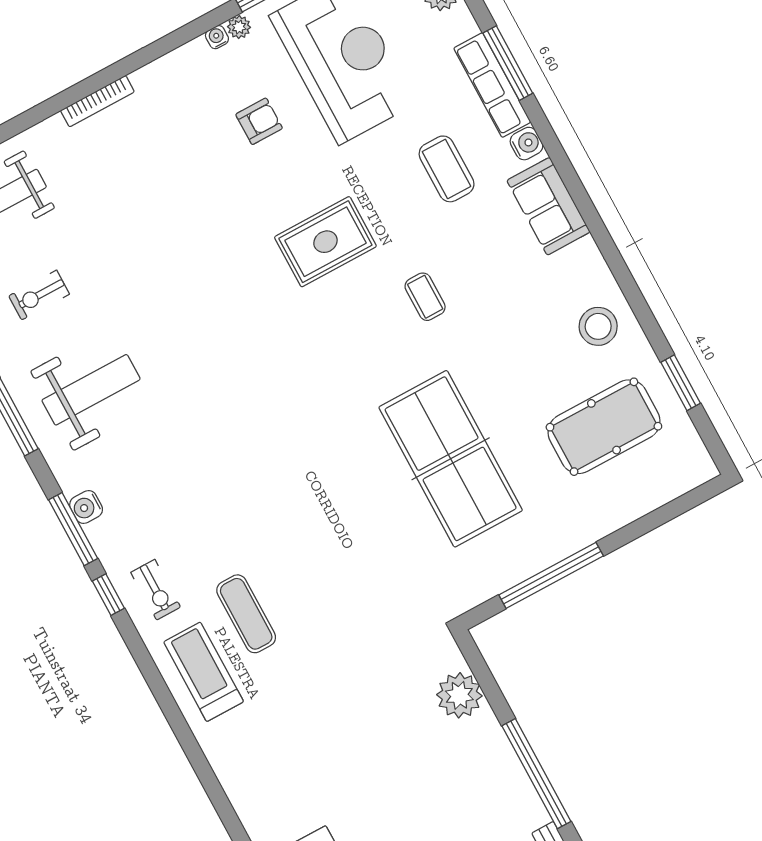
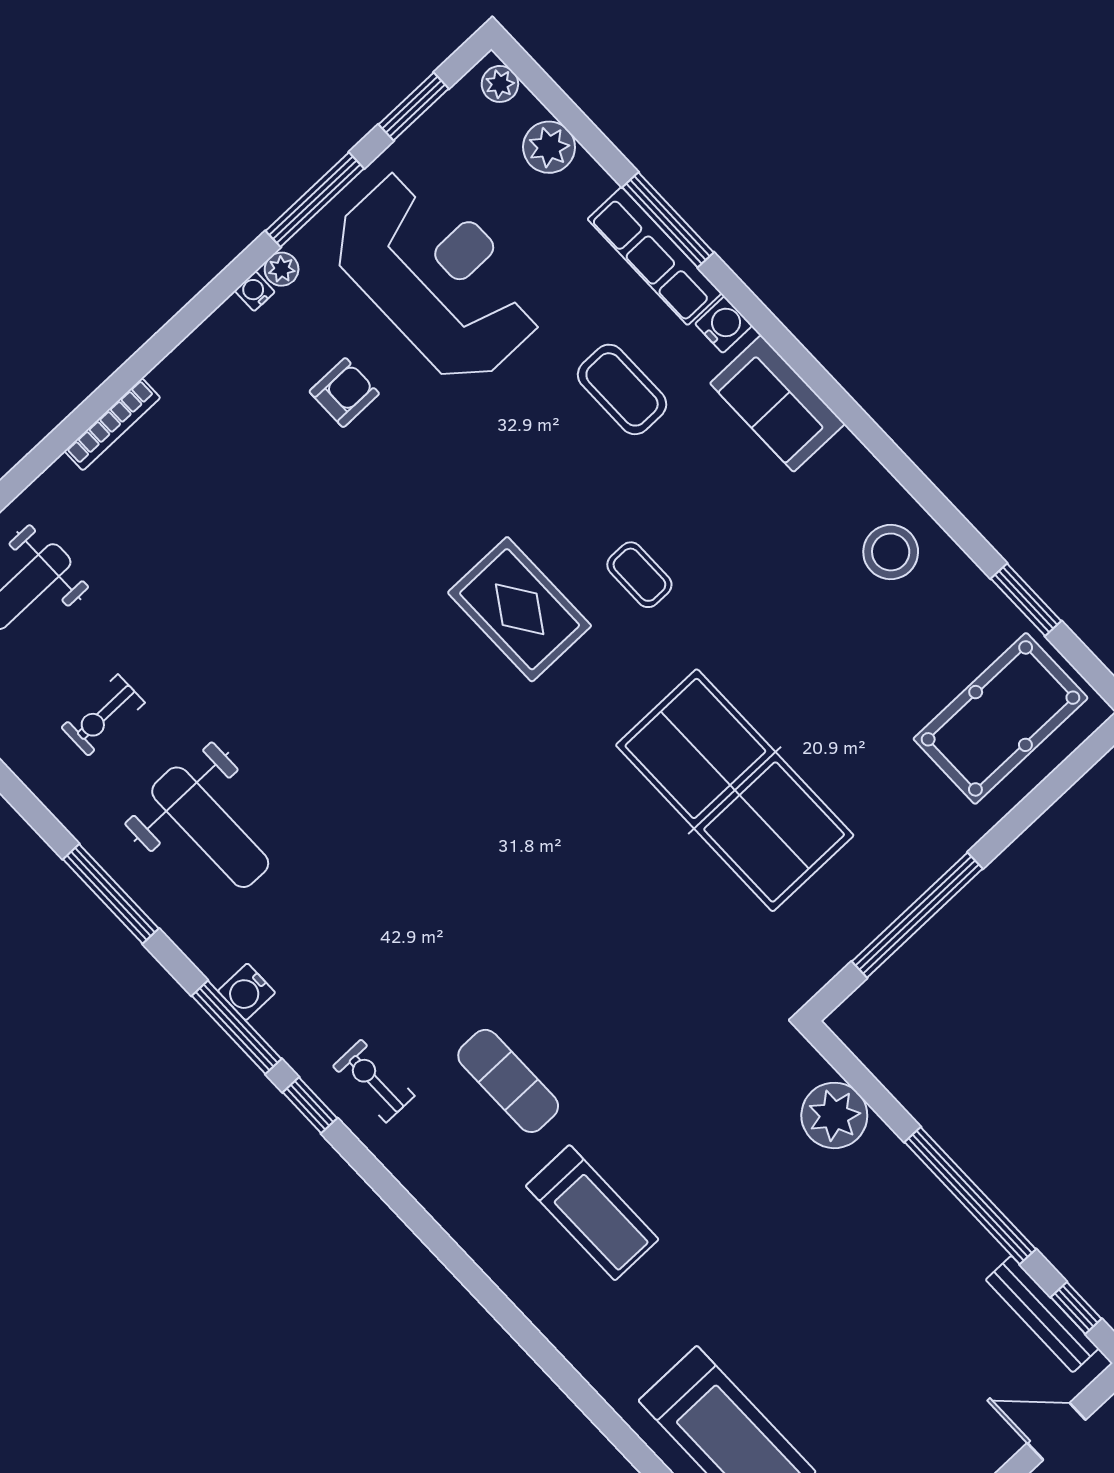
rug: (325, 242) -> (520, 609), moved, turned 90
weight bench: (91, 390) -> (210, 827), turned 90
pool table: (604, 427) -> (1001, 718), moved
exercise bike: (156, 590) -> (374, 1081), turned 180
treadmill: (204, 672) -> (592, 1213), moved, turned 180

